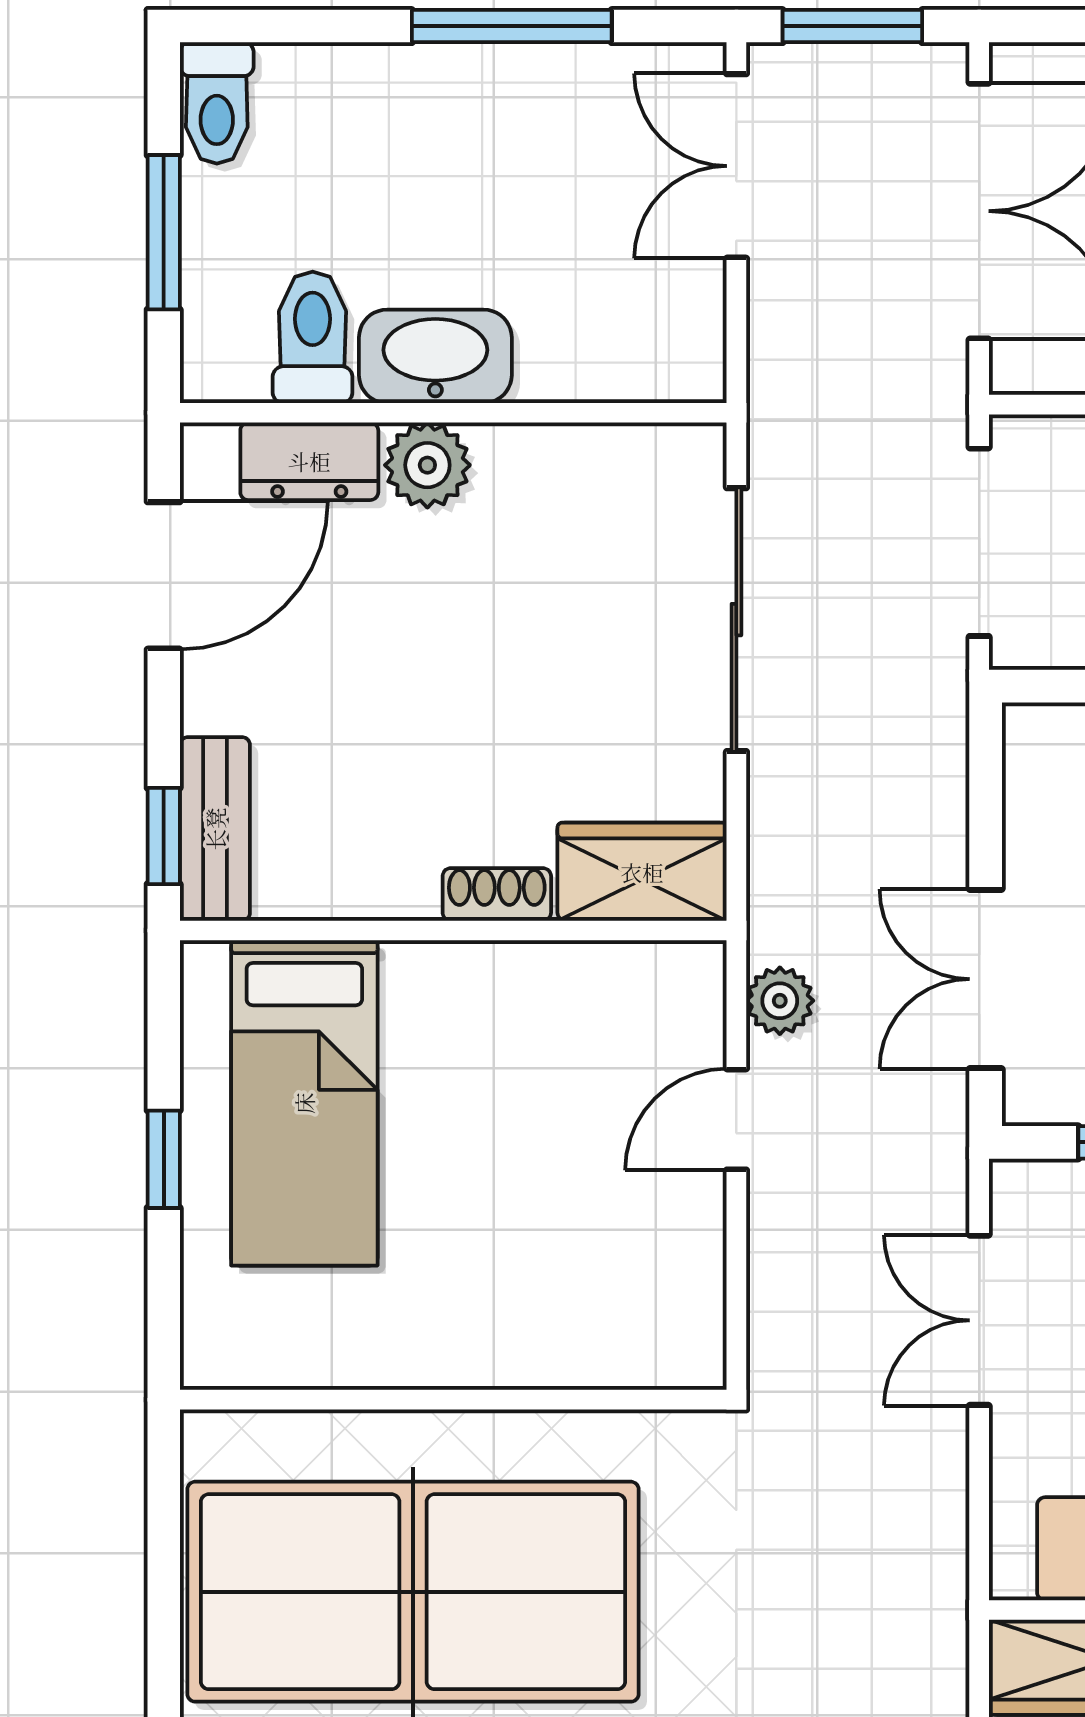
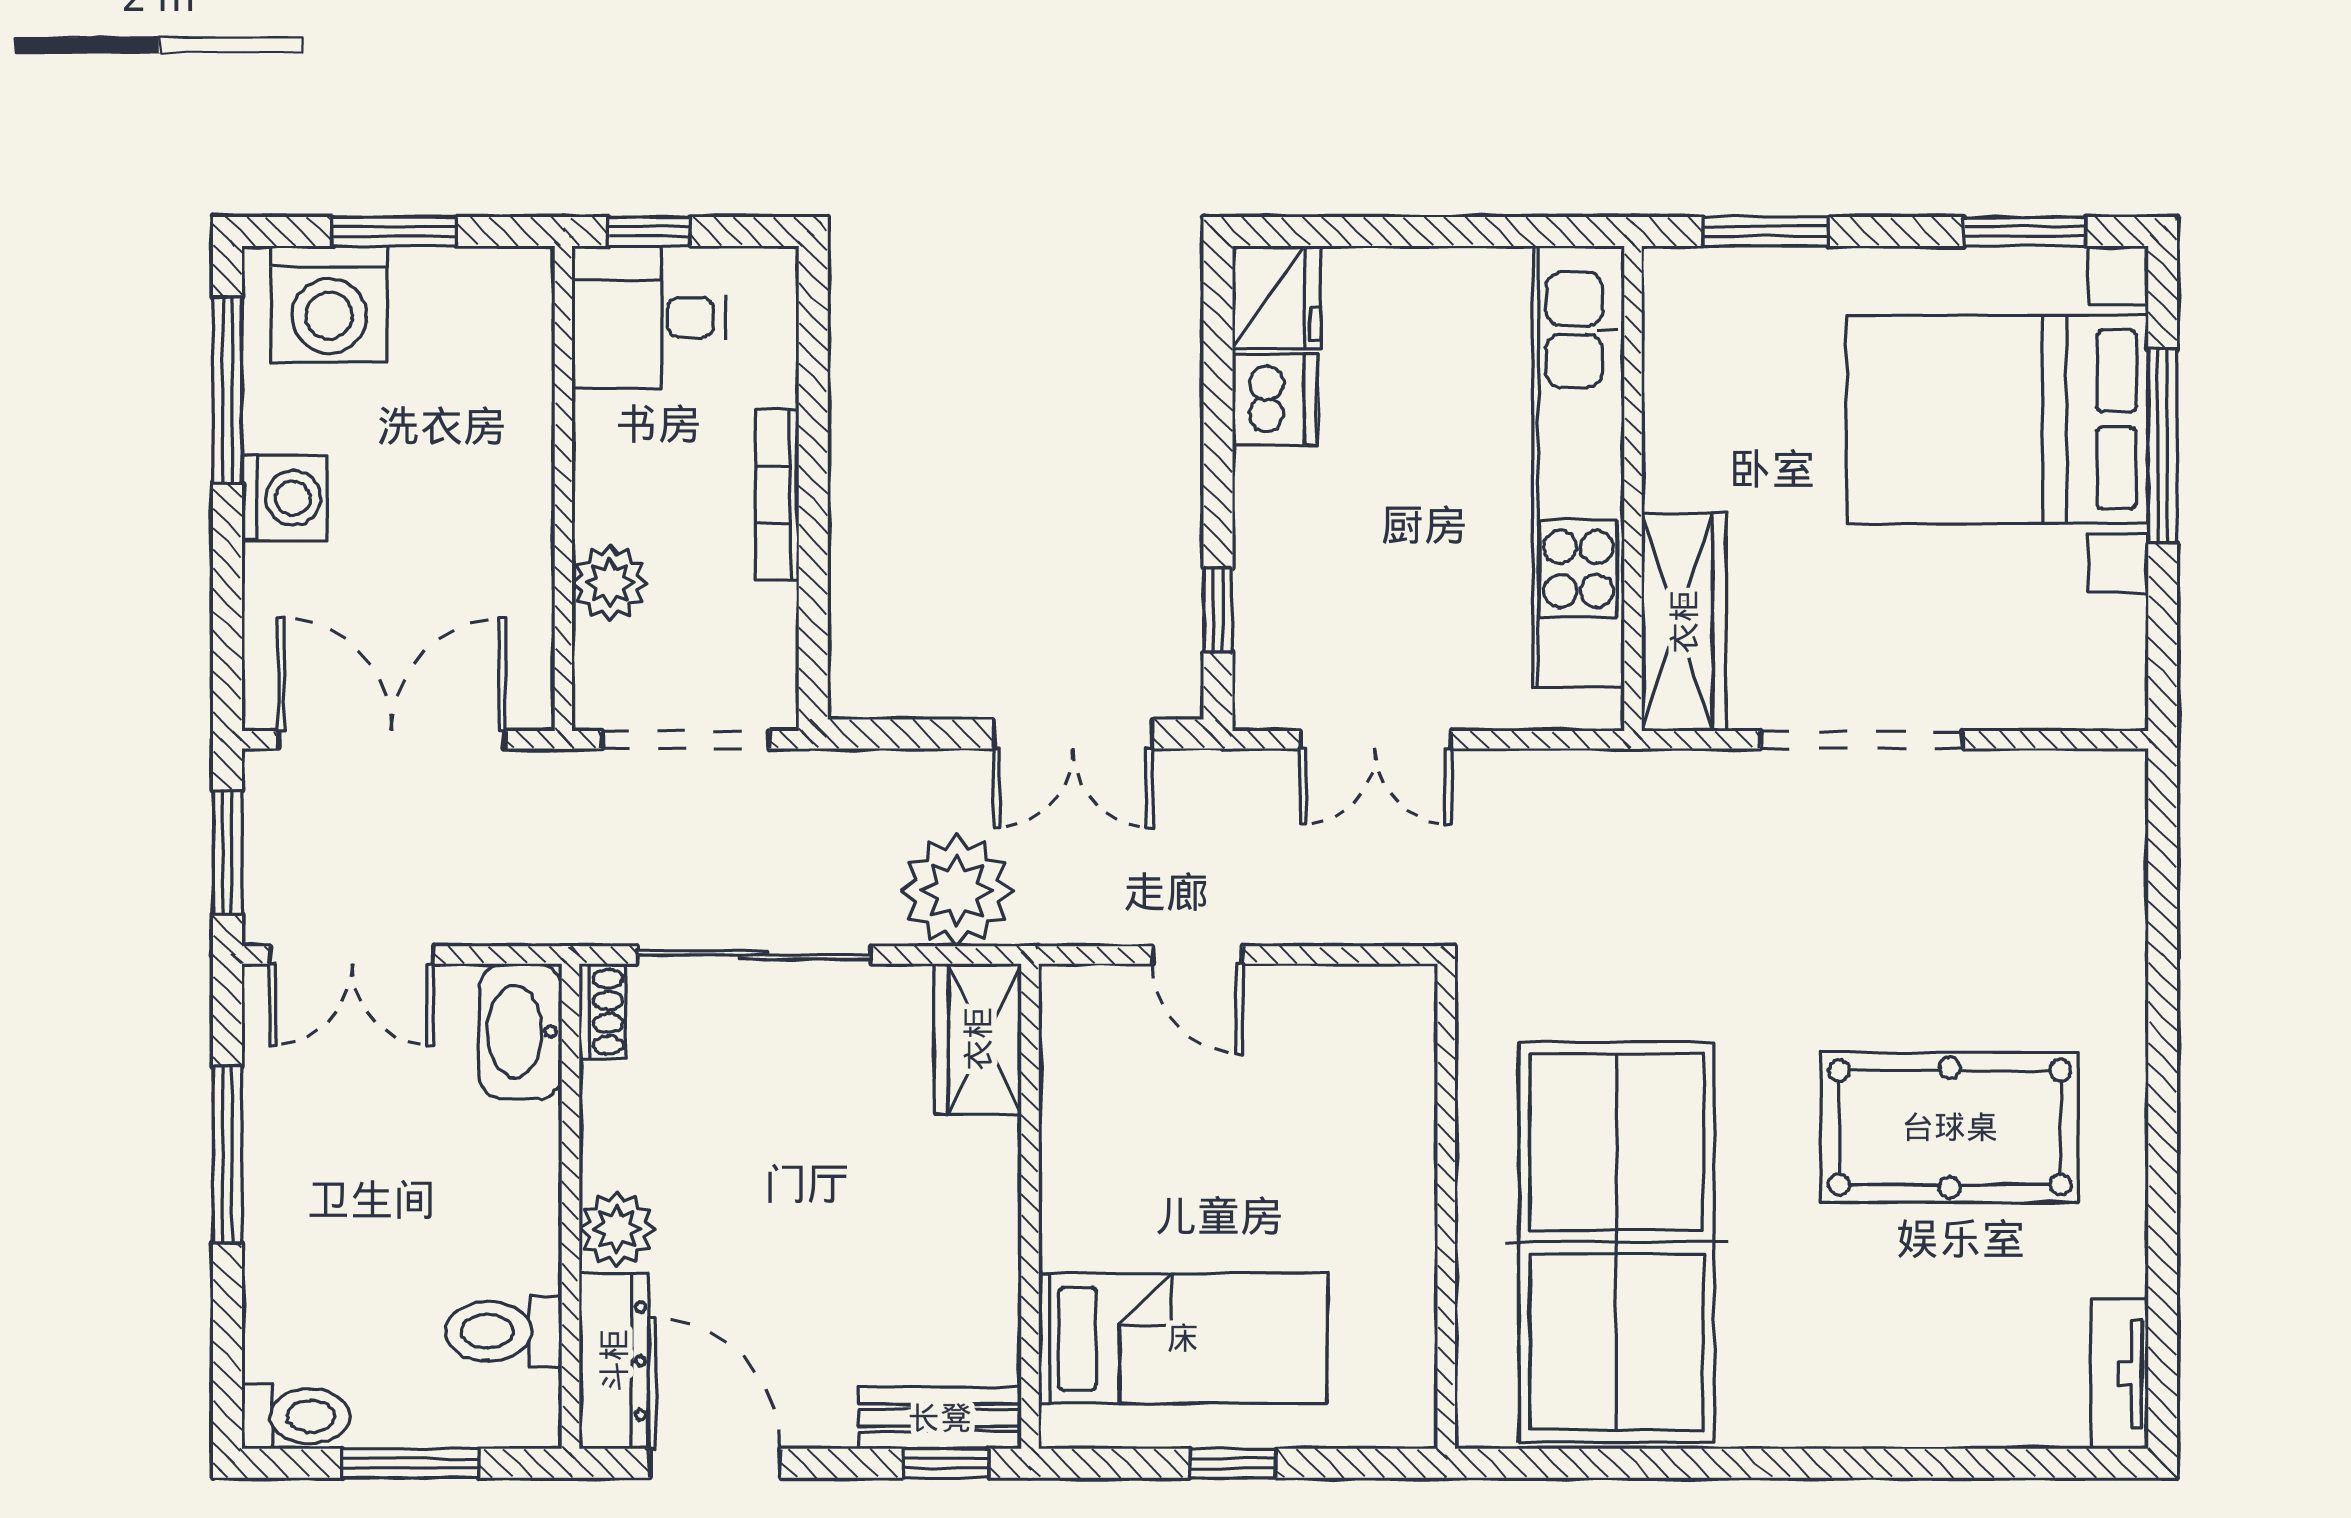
washbasin: (435, 356) -> (521, 1031), moved
dresser: (309, 461) -> (614, 1361), width x1.44
shoe rack: (497, 894) -> (603, 1012), moved, turned 180
plant: (780, 1001) -> (957, 891), moved, width x1.87, depth x1.87

